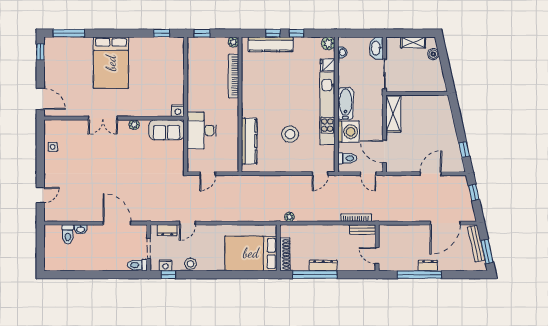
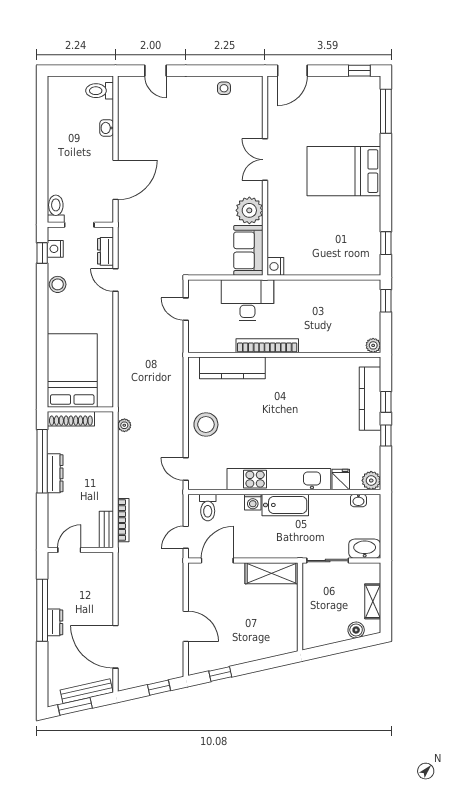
bookcase: (234, 76) -> (267, 346), moved
plant: (134, 125) -> (249, 210), width x1.88, depth x1.88
washing machine: (348, 132) -> (253, 502), width x0.53, depth x0.53
stool: (290, 134) -> (206, 425), moved
toilet: (68, 234) -> (100, 91), moved

